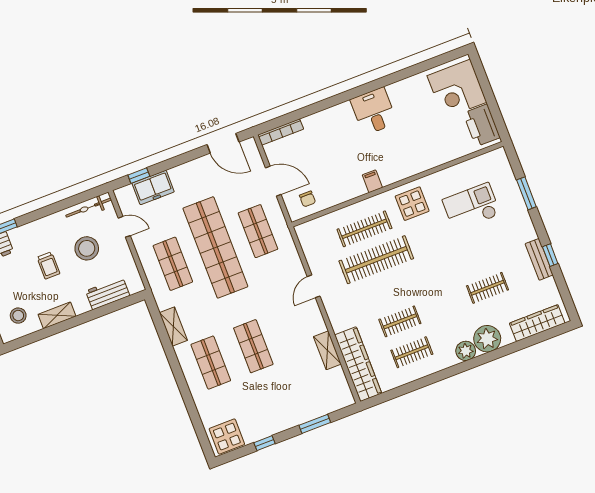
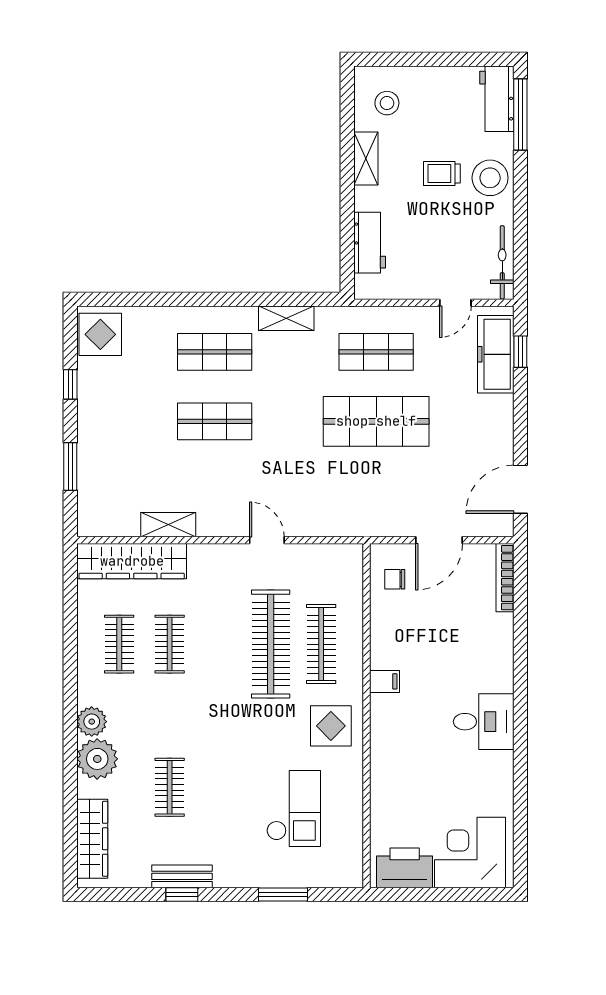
freezer: (153, 187) -> (496, 354), width x1.40
shop shelf: (258, 231) -> (376, 491), removed
shop shelf: (215, 247) -> (376, 421), width x0.71
stool: (87, 248) -> (490, 178), moved

